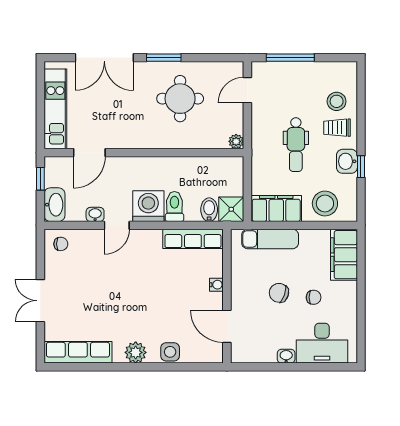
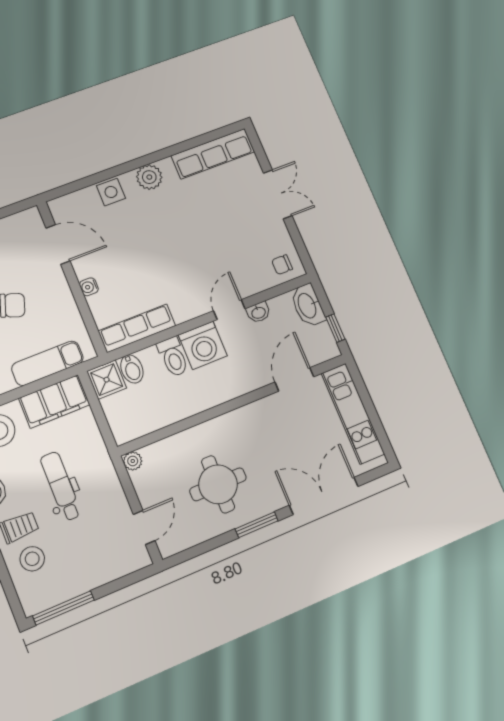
window: (290, 58) -> (63, 608), moved

